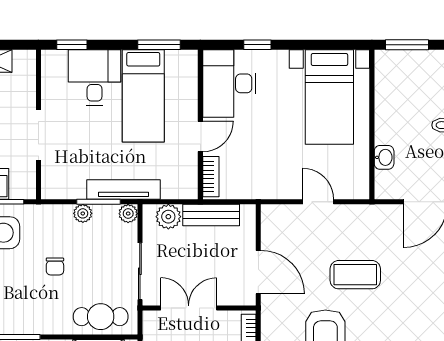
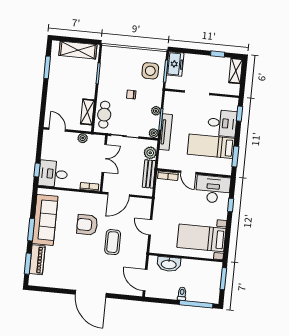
washbasin: (384, 157) -> (169, 264), width x1.91, depth x1.45
door: (318, 202) -> (150, 227), swing flipped

